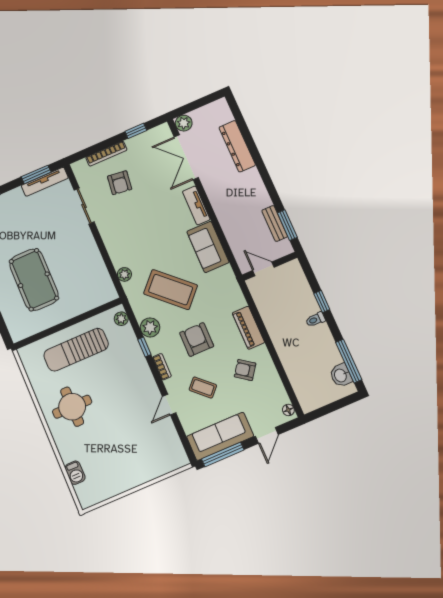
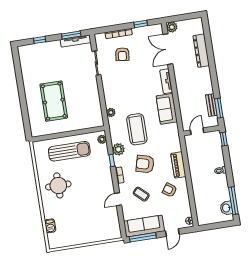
door: (263, 269) -> (197, 131), hinge flipped
coffee table: (171, 290) -> (137, 129), turned 47
window: (322, 302) -> (224, 139), moved
armchair: (197, 339) -> (145, 164), turned -75
sun lounger: (76, 350) -> (69, 151), turned 180

